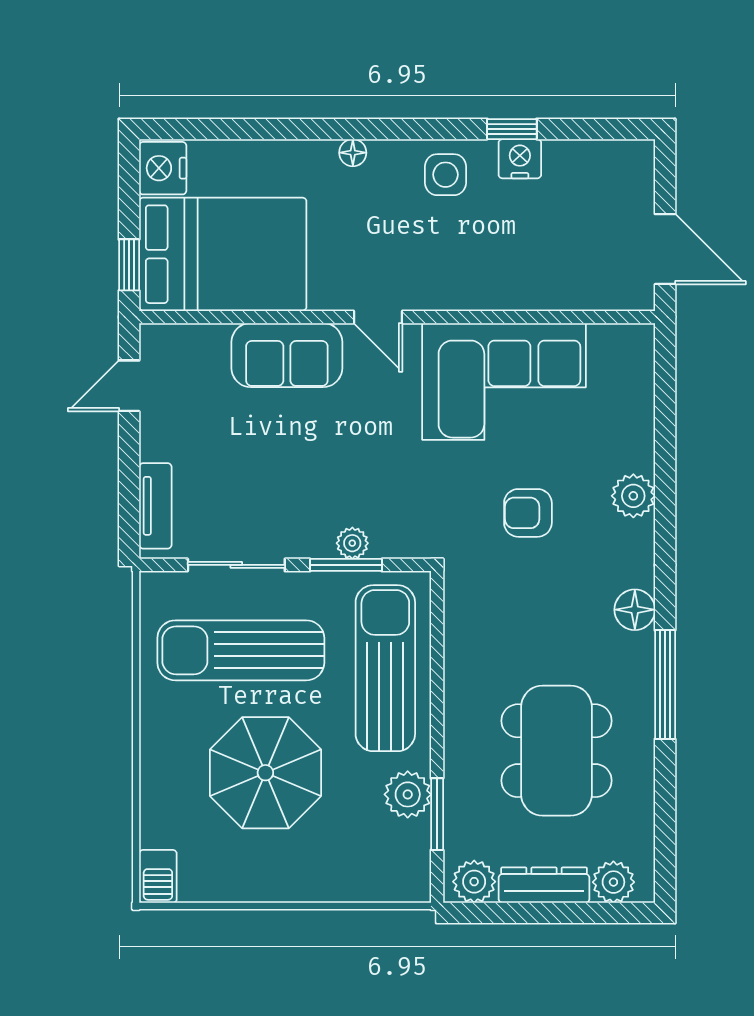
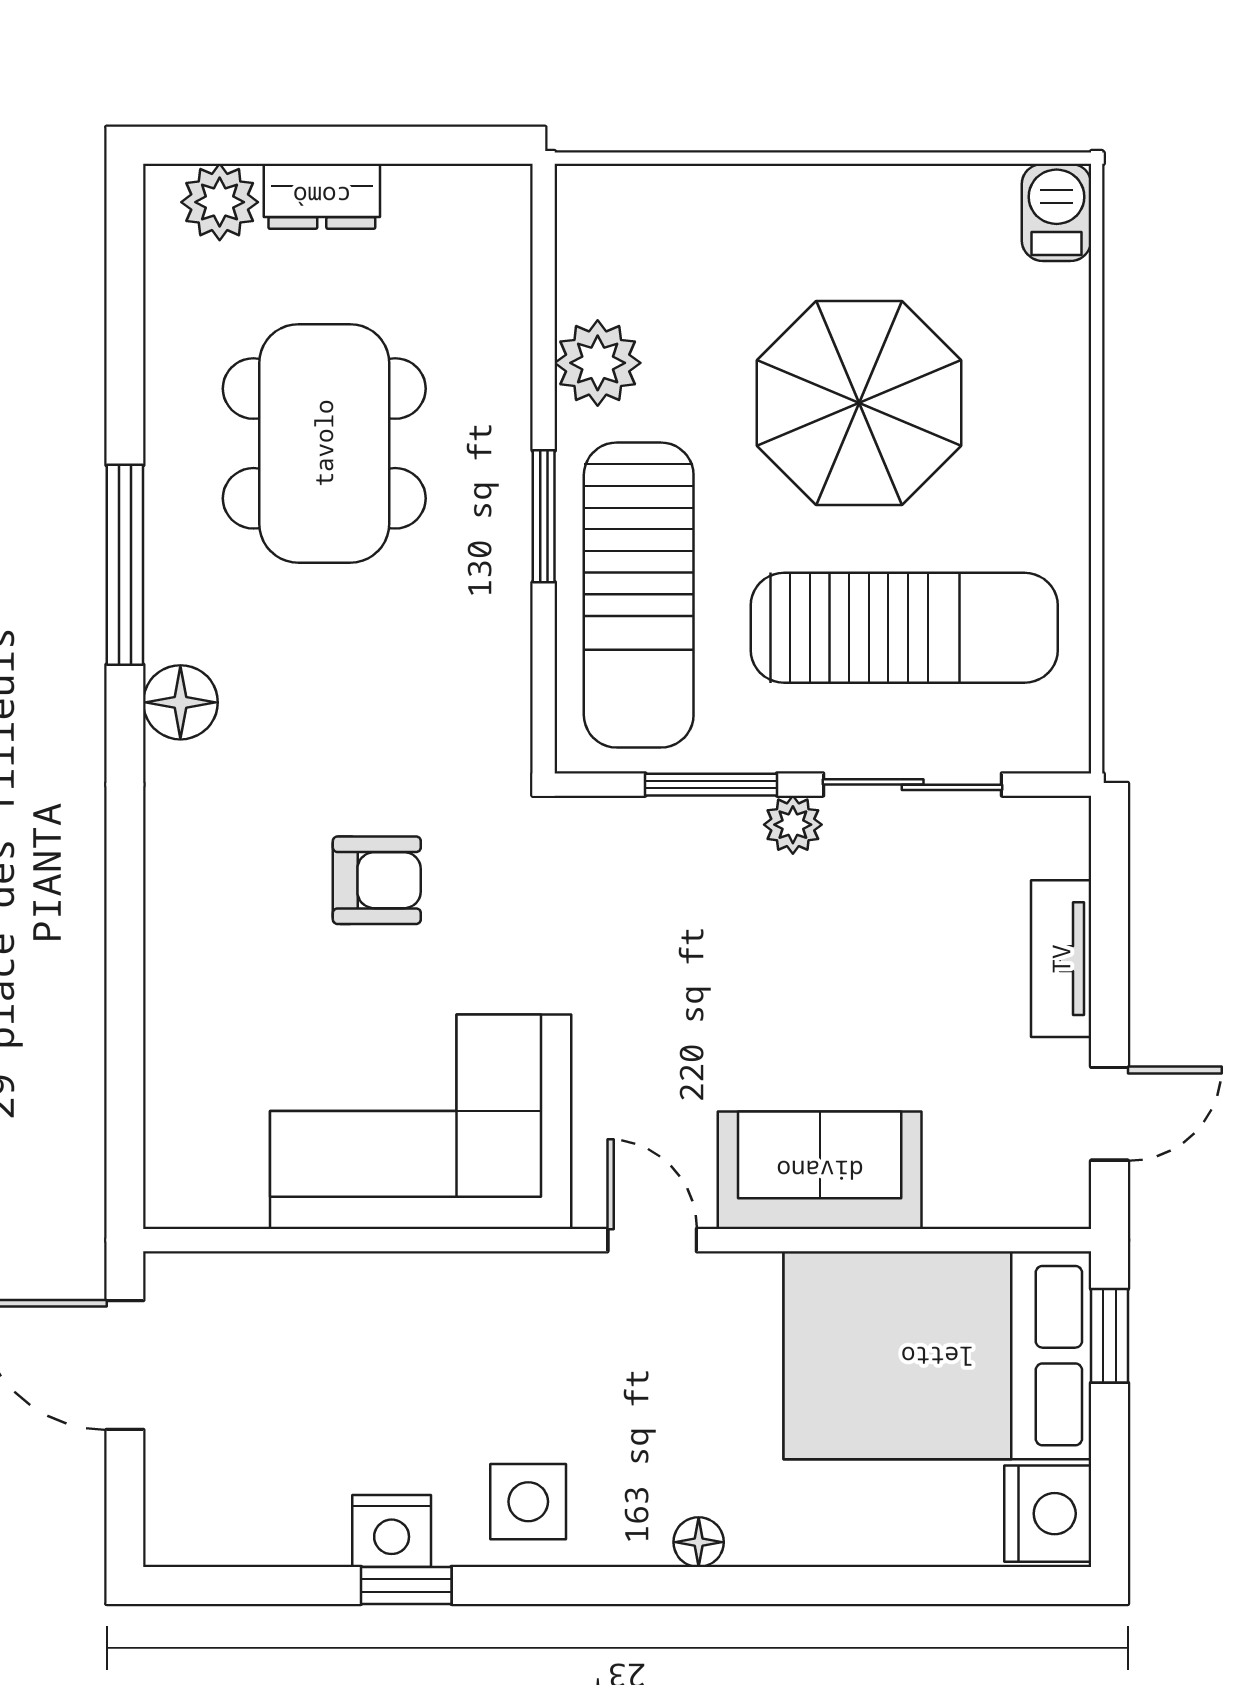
plant: (633, 496) -> (183, 912), removed
tv unit: (155, 506) -> (1061, 959), moved
plant: (352, 543) -> (793, 825), moved
window: (437, 814) -> (544, 516), moved
plant: (474, 882) -> (476, 203), removed
dresser: (544, 885) -> (322, 196), width x0.70

